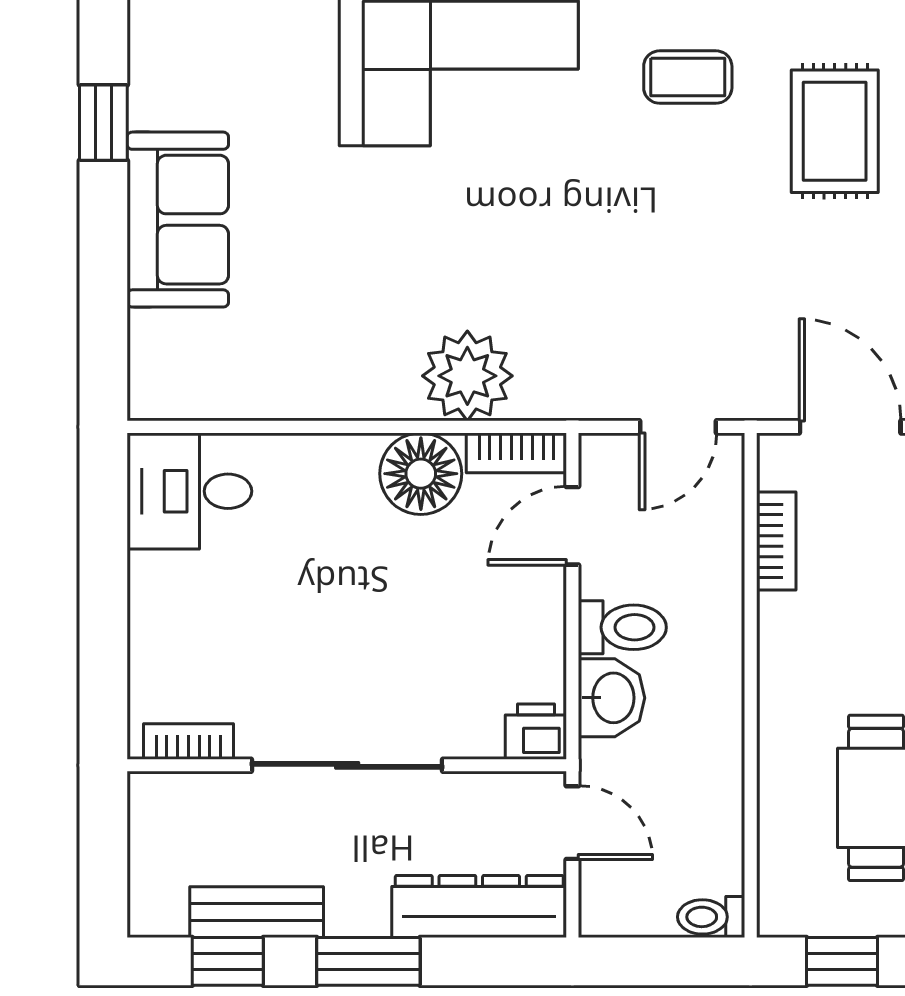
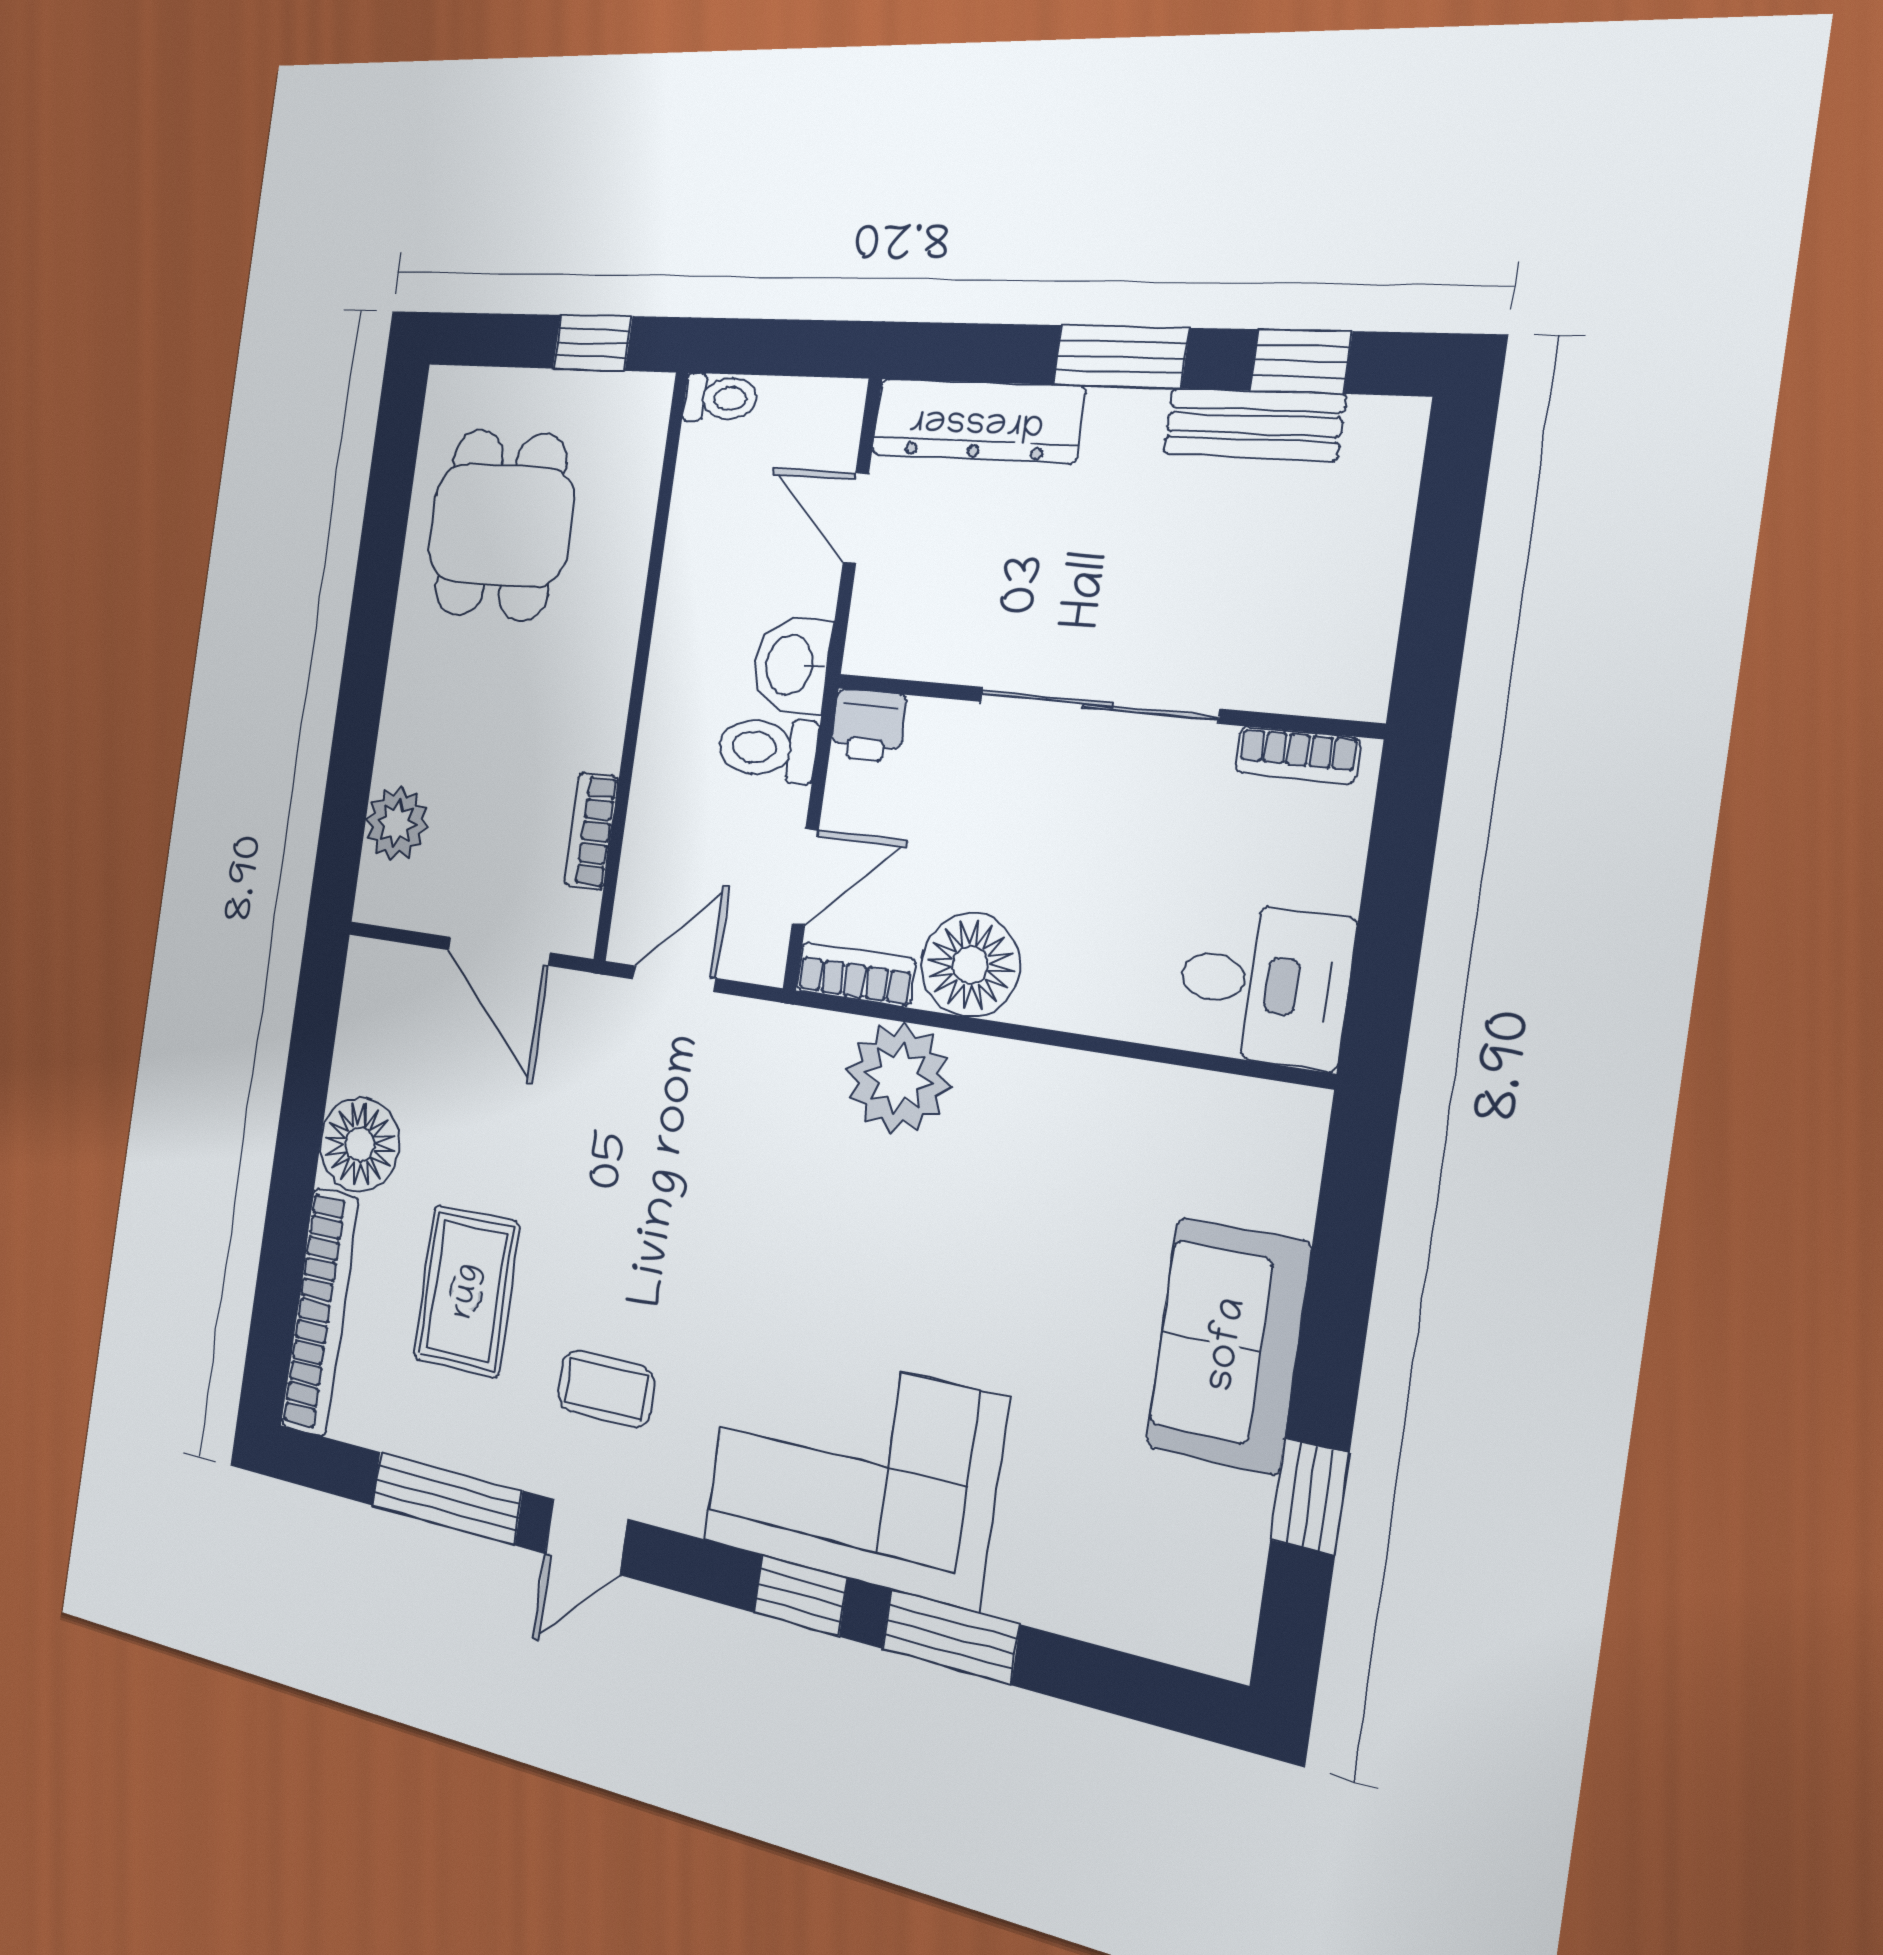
printer: (536, 732) -> (868, 726), moved
bookcase: (188, 741) -> (1297, 755), moved
sliding door: (347, 765) -> (1098, 705), moved
wall: (347, 765) -> (1098, 705), moved

